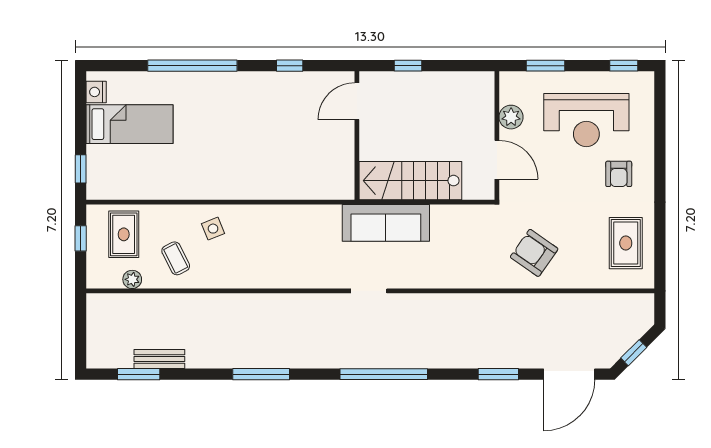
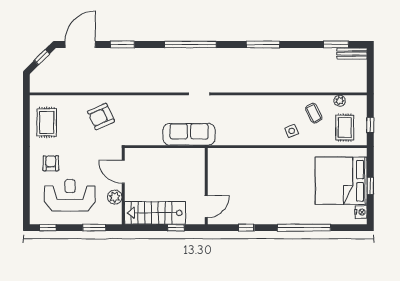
bed: (130, 124) -> (341, 181), width x2.04
window: (81, 169) -> (370, 186), moved
stairs: (410, 181) -> (155, 213), moved, turned 180
armchair: (534, 253) -> (101, 116), turned 121
bench: (159, 359) -> (352, 53), moved

